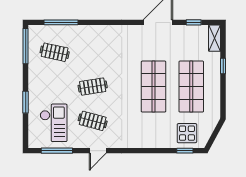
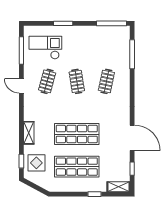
clothes rail: (55, 52) -> (106, 81), moved
checkout: (54, 123) -> (45, 48), turned 180
shelving: (152, 142) -> (29, 133), added

